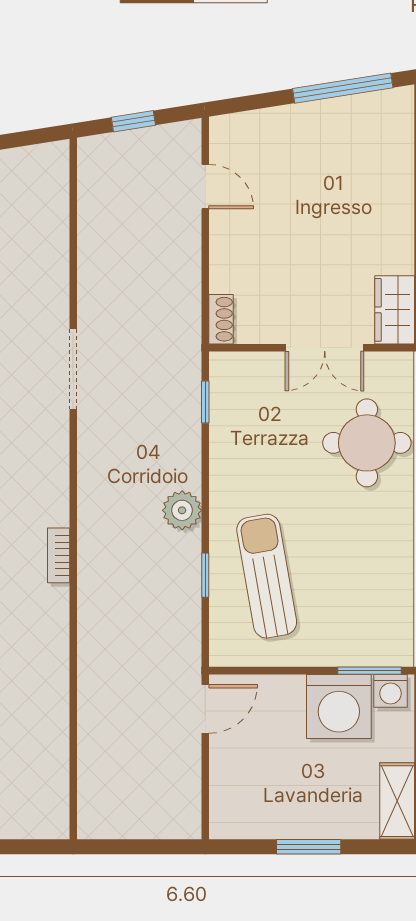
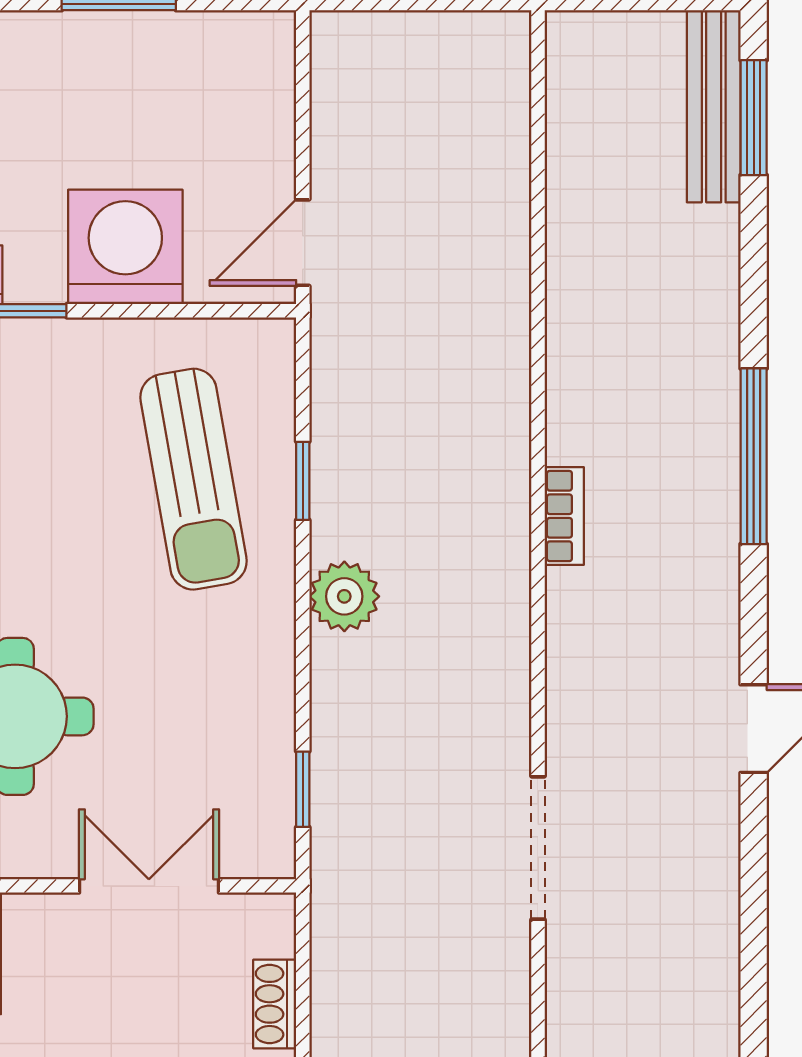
shoe rack: (221, 319) -> (275, 1004), moved
double door: (325, 348) -> (149, 886), moved
washing machine: (339, 706) -> (125, 247), moved

